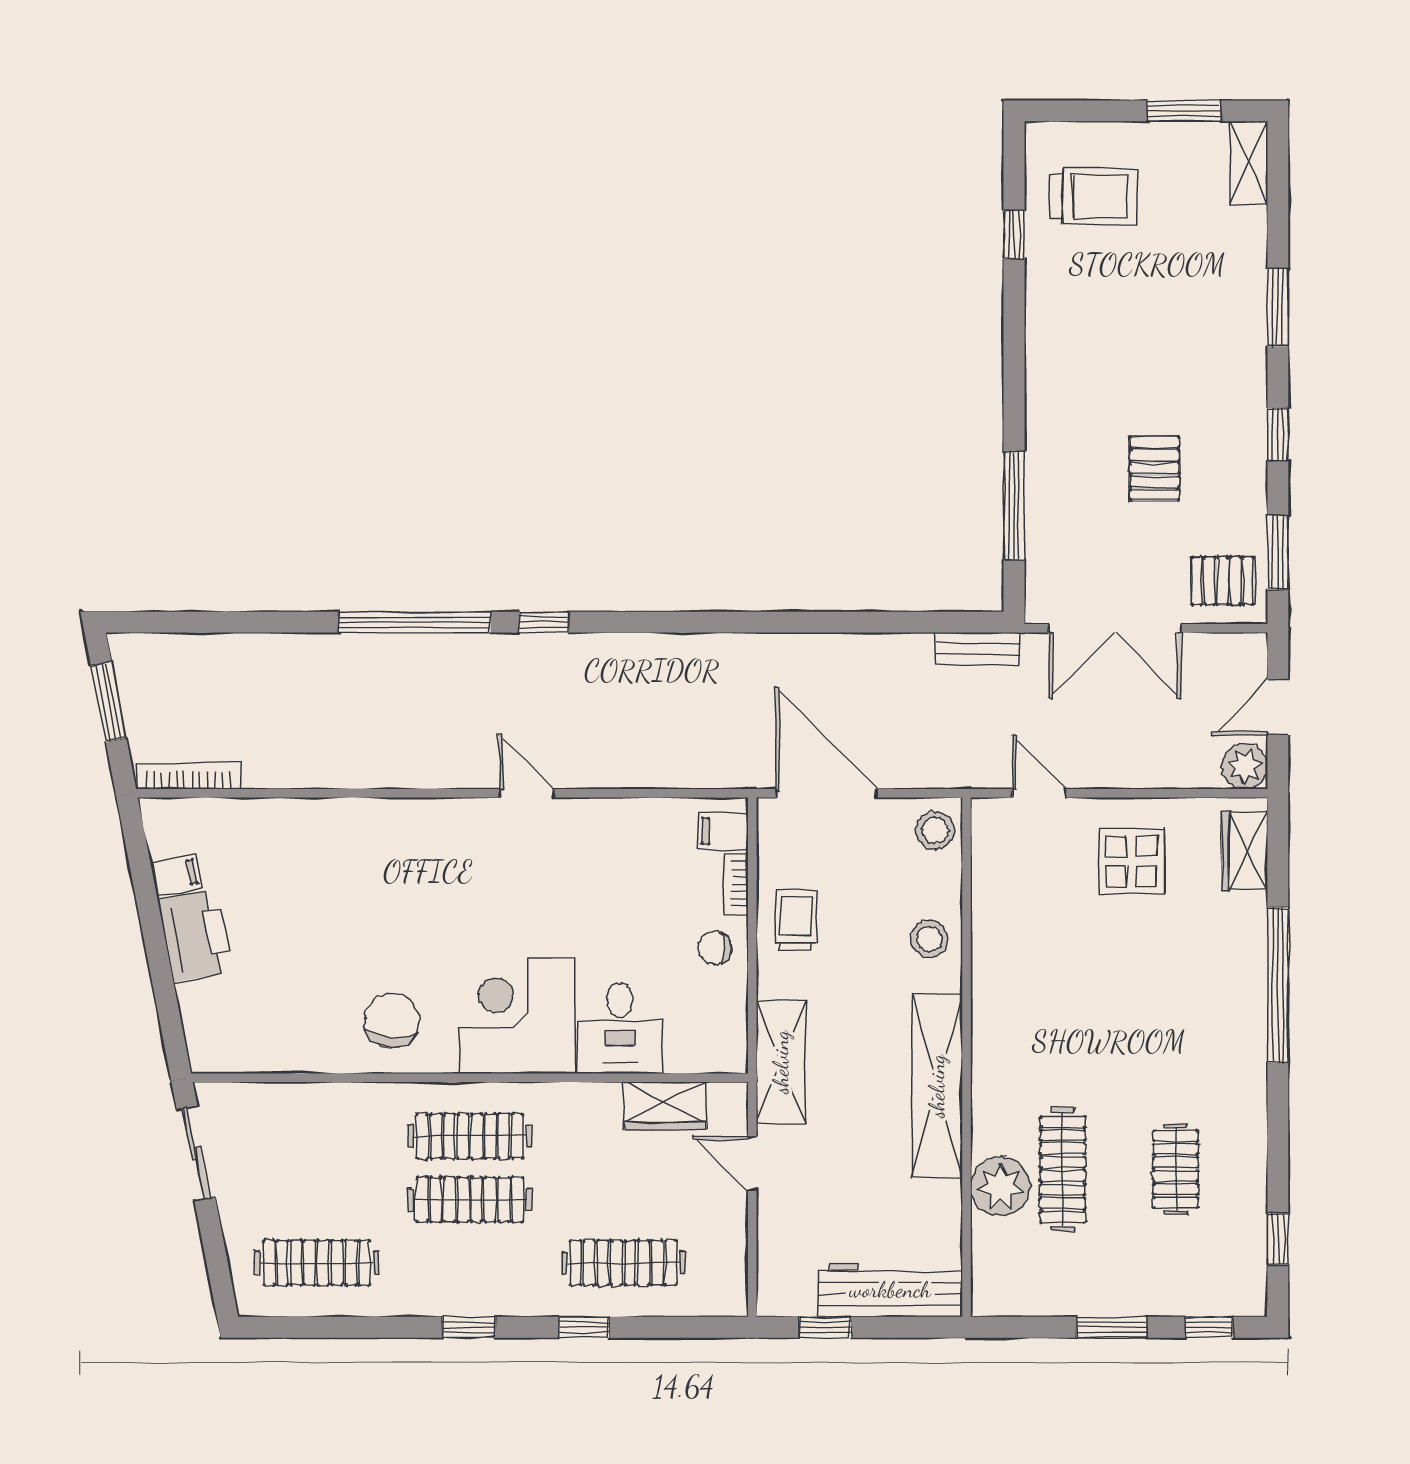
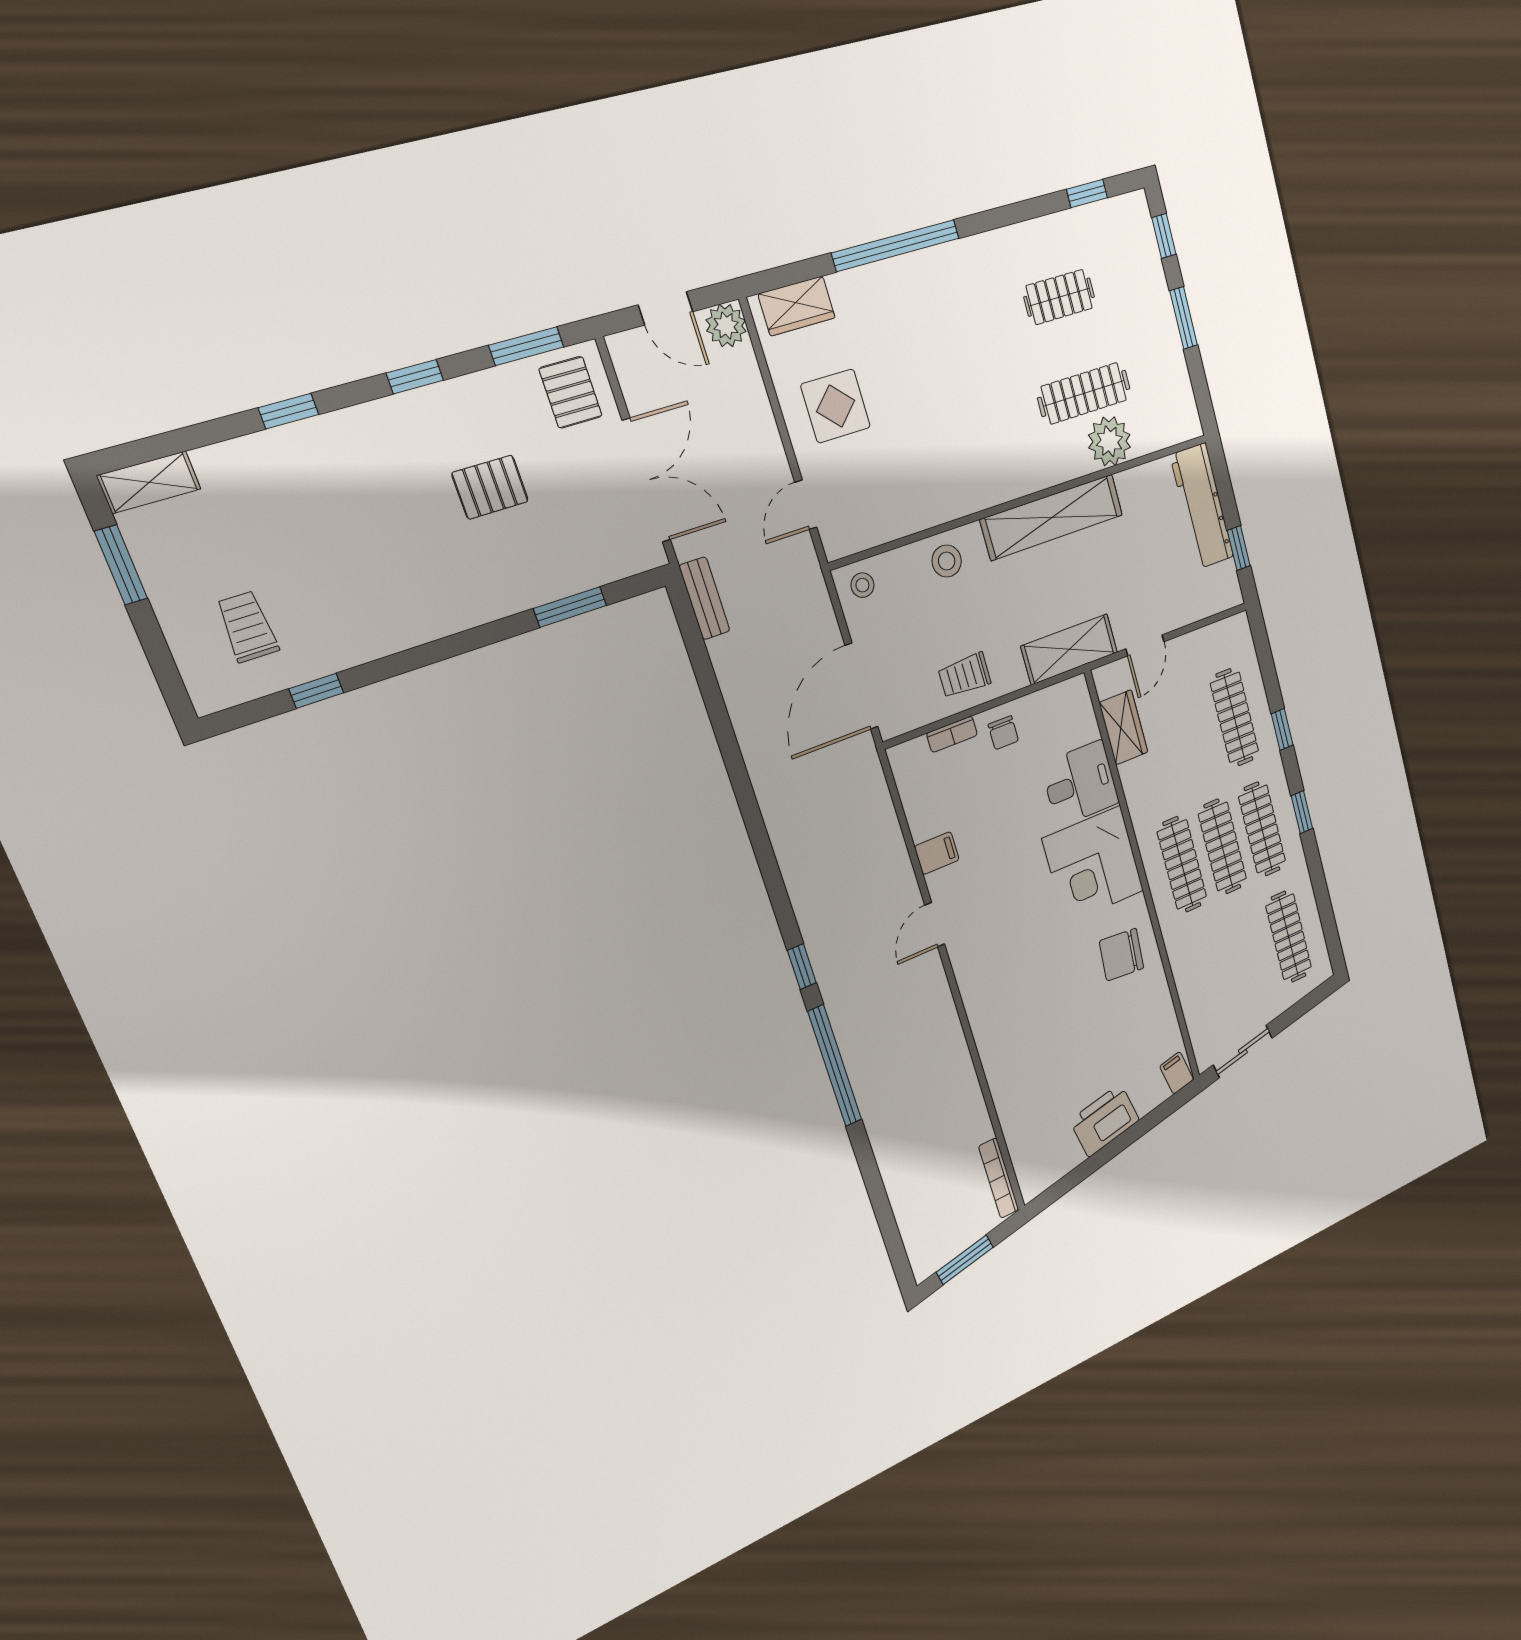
trolley: (1094, 196) -> (247, 627), width x0.73, depth x0.72
window: (1278, 307) -> (288, 411), width x0.67
window: (1014, 506) -> (570, 607), width x0.69
stool: (935, 830) -> (862, 585), width x0.73, depth x0.73
filing cabinet: (723, 831) -> (937, 853), moved, turned -90
filing cabinet: (176, 875) -> (1177, 1073), moved
clothes rail: (470, 1263) -> (1262, 829), added

